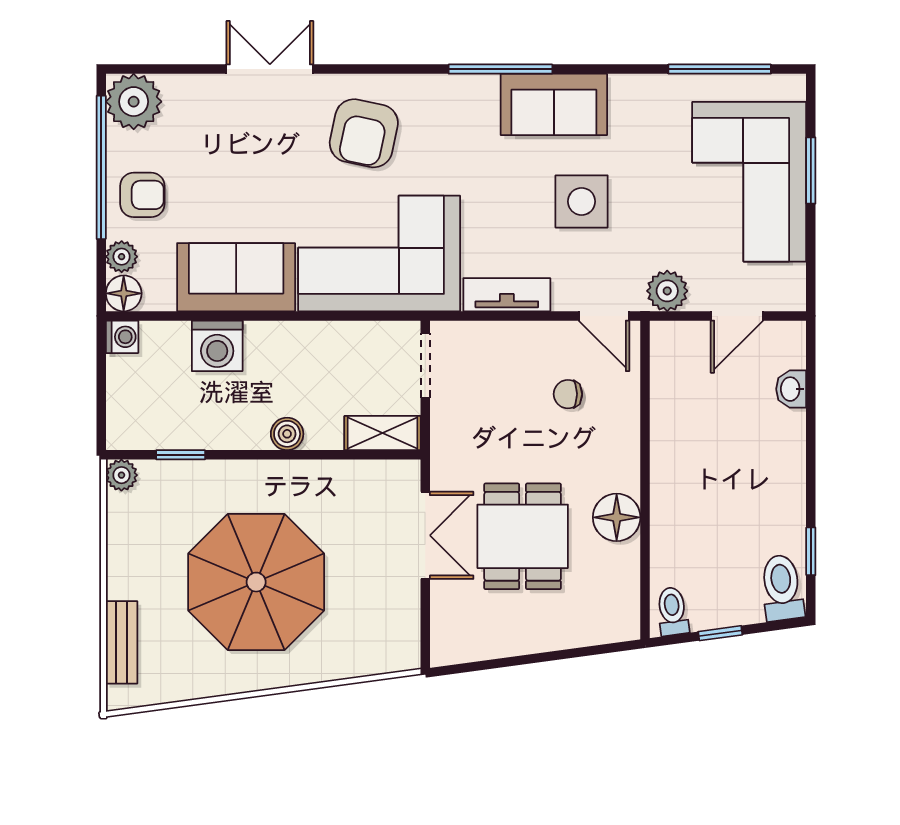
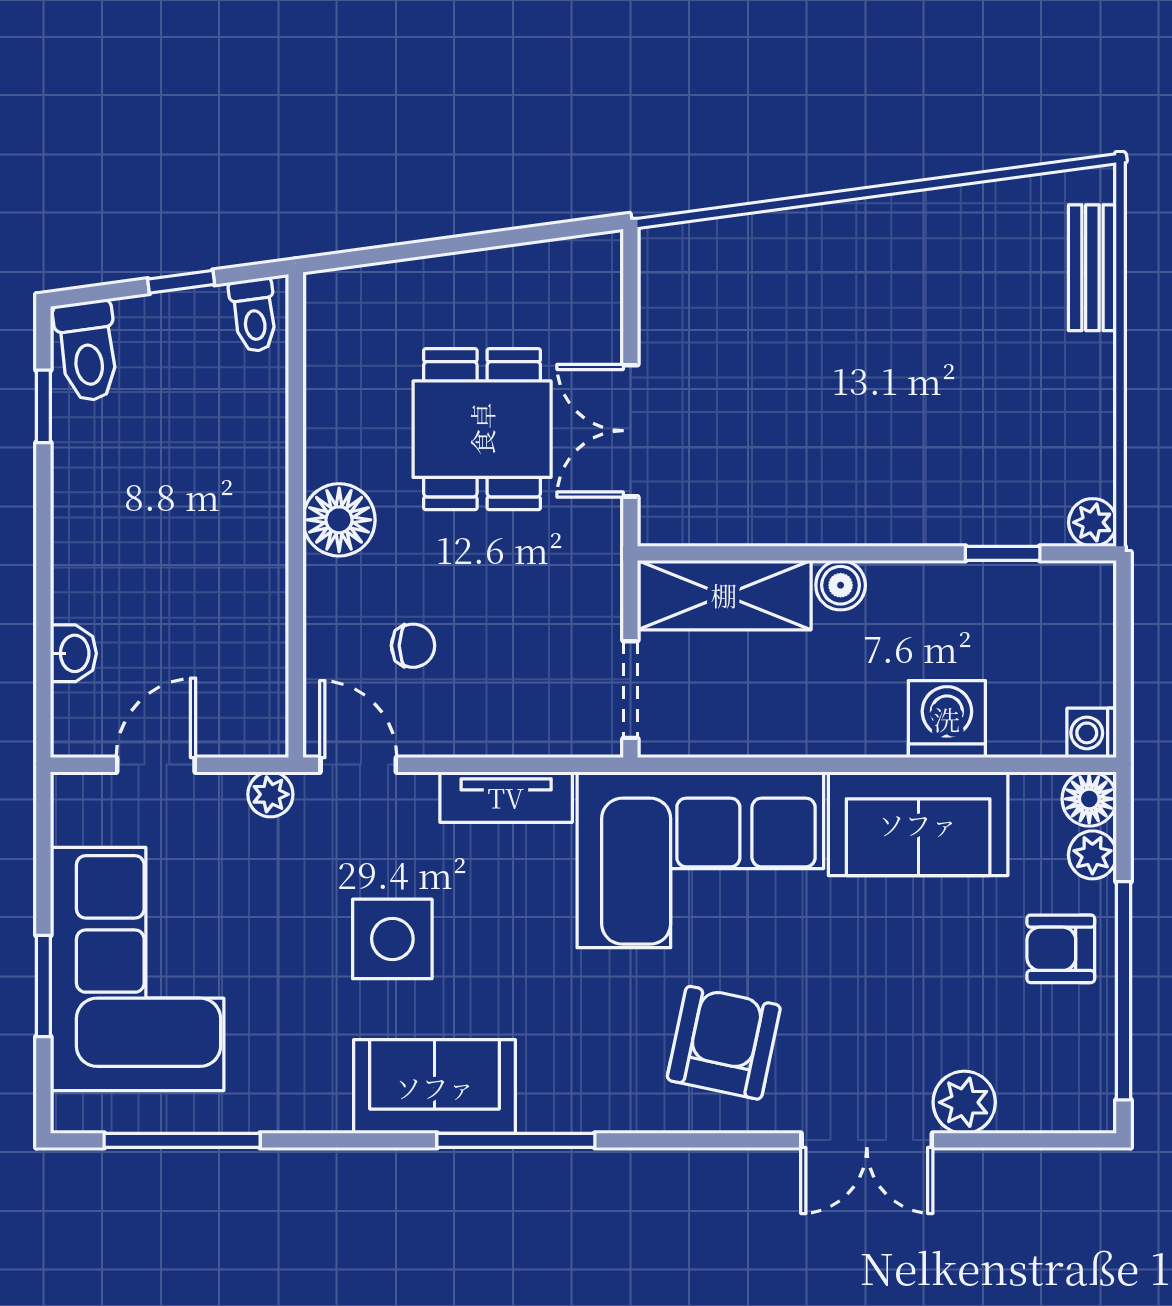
plant: (134, 102) -> (964, 1102), moved, width x0.73, depth x0.73
plant: (667, 291) -> (270, 794), width x0.73, depth x0.73
shelving: (382, 433) -> (724, 595), width x1.50, depth x1.33
floor lamp: (617, 517) -> (339, 520), moved
parasol: (256, 582) -> (888, 360), removed

